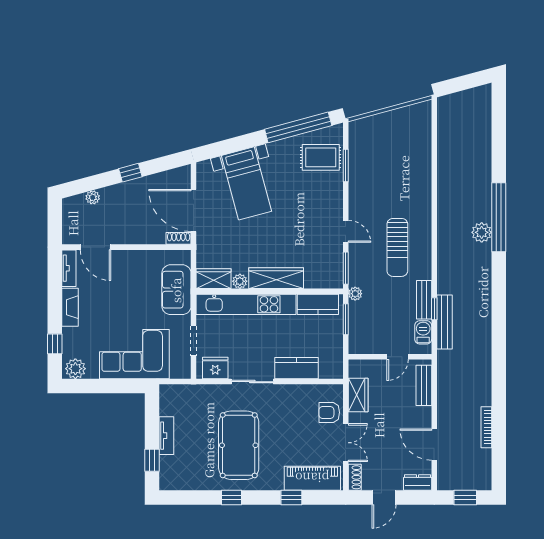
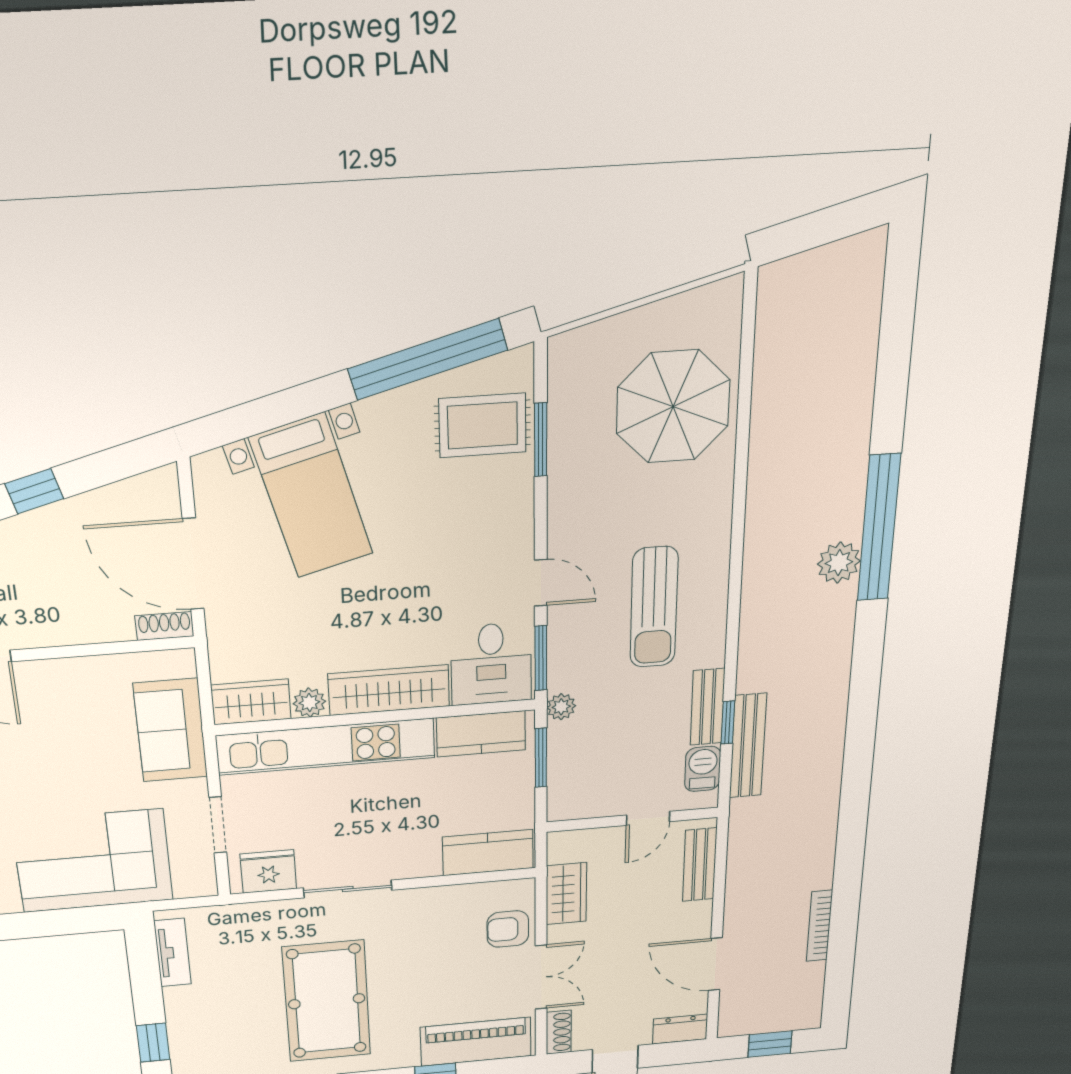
parasol: (403, 155) -> (673, 407), added
desk: (323, 269) -> (491, 664), added
kitchen counter: (296, 368) -> (488, 853), moved
tv unit: (166, 436) -> (173, 953), moved

